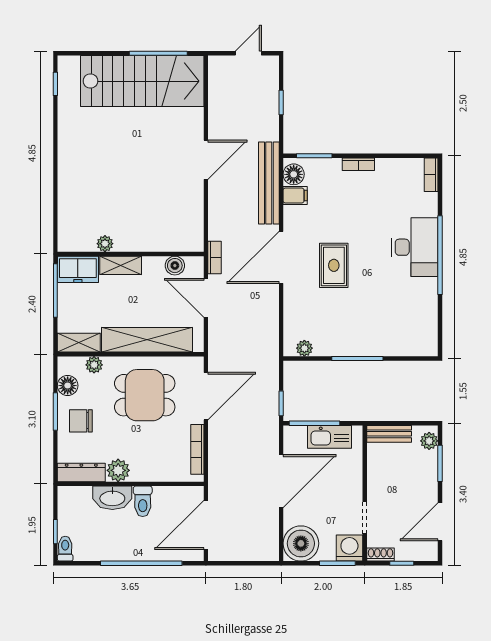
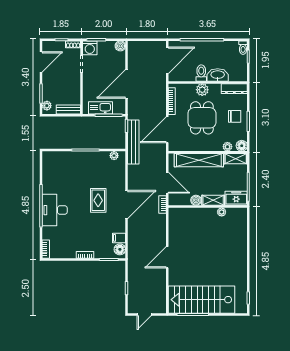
bench: (269, 183) -> (133, 142), moved
boiler: (175, 266) -> (196, 200), moved
floor lamp: (68, 386) -> (242, 146), moved
dining table: (145, 395) -> (202, 118), moved, turned 90
plant: (118, 470) -> (202, 90), moved
boiler: (301, 543) -> (120, 46), width x0.54, depth x0.54

